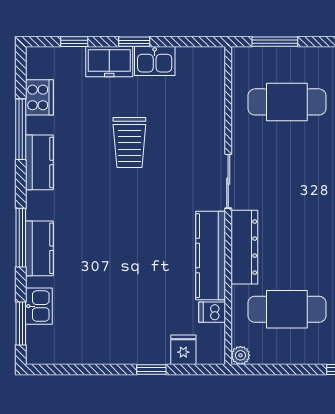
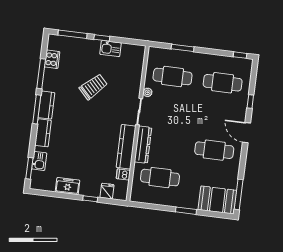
window: (74, 42) -> (73, 34), width x2.17
window: (275, 42) -> (183, 48), moved
freezer: (109, 62) -> (68, 186), moved, turned 180
trolley: (129, 142) -> (93, 87), turned -134
kitchen counter: (39, 162) -> (46, 105), moved
window: (21, 238) -> (37, 109), moved
plant: (240, 355) -> (148, 92), moved

